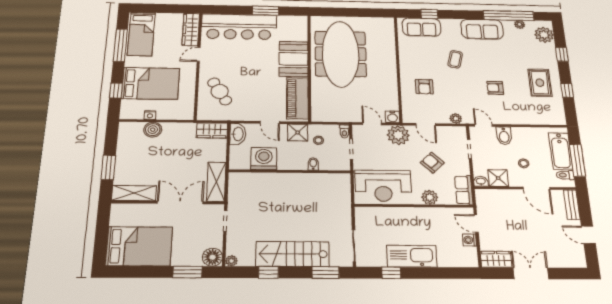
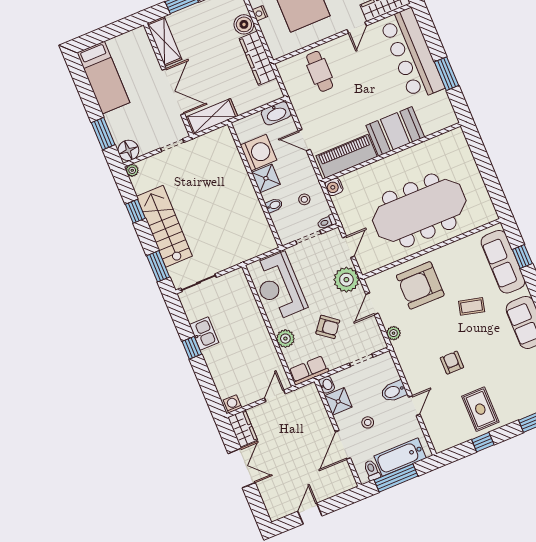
sofa: (421, 27) -> (503, 262), width x1.36
door: (199, 54) -> (357, 28), swing flipped
meeting table: (341, 54) -> (419, 210), moved
rug: (540, 83) -> (480, 409), turned 90
armchair: (424, 87) -> (420, 285), width x1.88, depth x1.88
cafe table: (220, 91) -> (320, 71), turned -59
water cooler: (392, 117) -> (334, 187), moved
door: (270, 122) -> (304, 140), hinge flipped
door: (483, 125) -> (414, 406), moved
wardrobe: (212, 130) -> (258, 58), moved, width x1.50
shower: (298, 132) -> (266, 178), moved
armchair: (432, 163) -> (328, 327), turned 83
bench: (572, 205) -> (339, 487), removed
washing machine: (470, 240) -> (233, 404), moved
bed: (139, 246) -> (103, 78), width x0.67
kitchen sink: (412, 256) -> (204, 334), width x0.53, depth x0.81
window: (391, 273) -> (192, 348), moved

